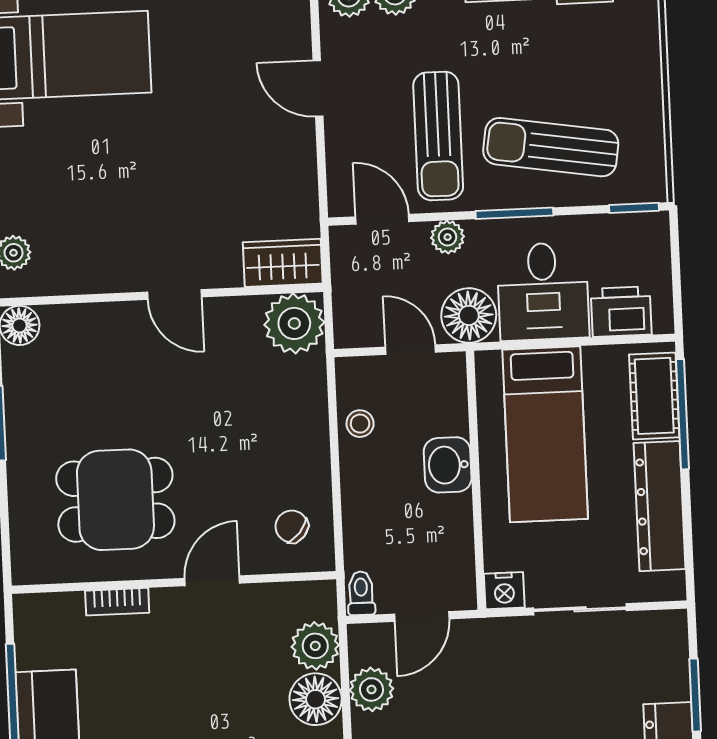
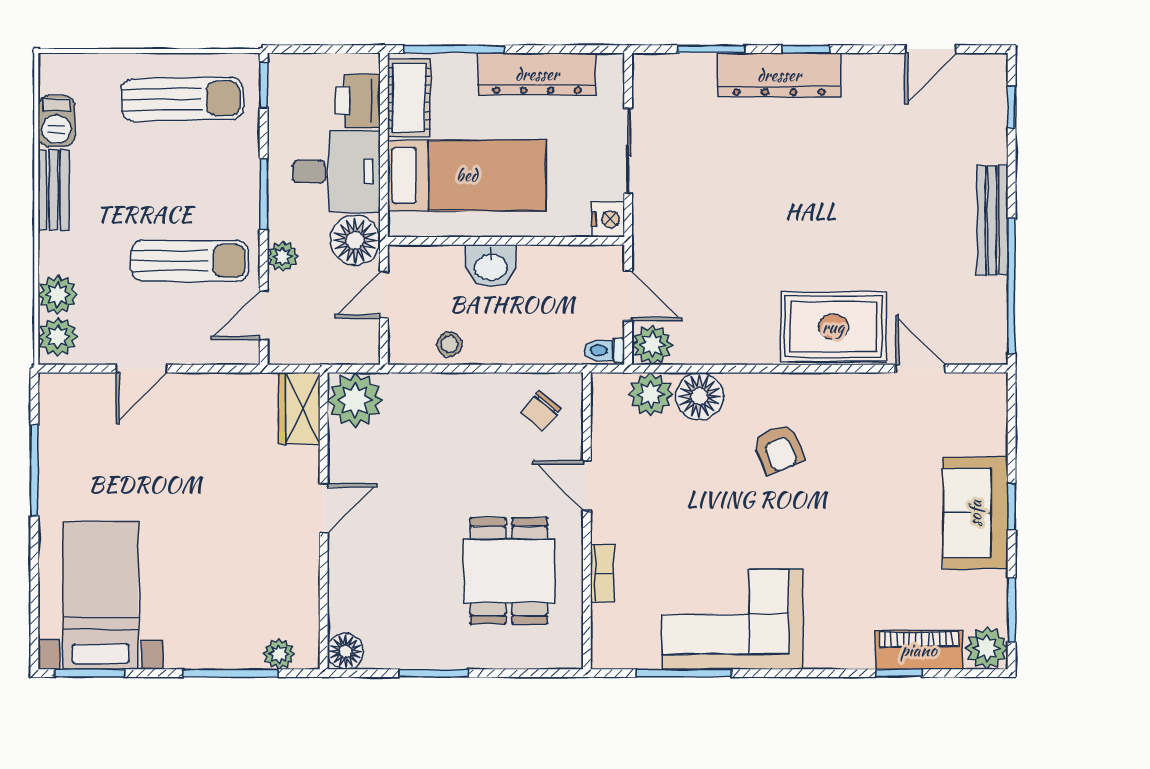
sun lounger: (551, 147) -> (182, 99), moved, turned -100
cot: (654, 396) -> (409, 98), moved, turned 90
plant: (371, 689) -> (652, 345), moved

